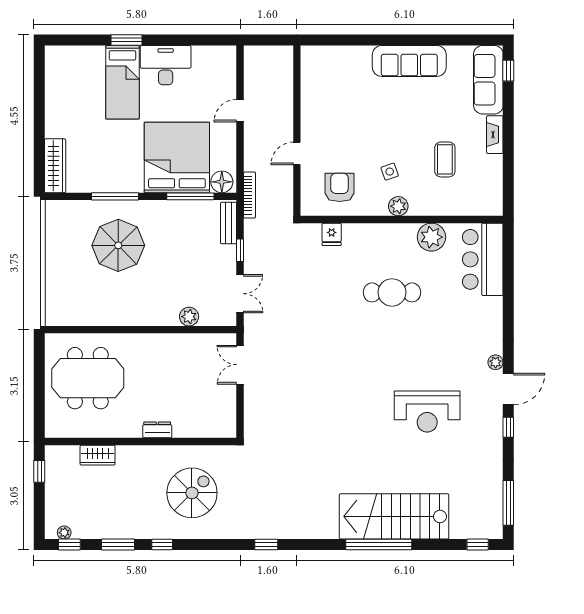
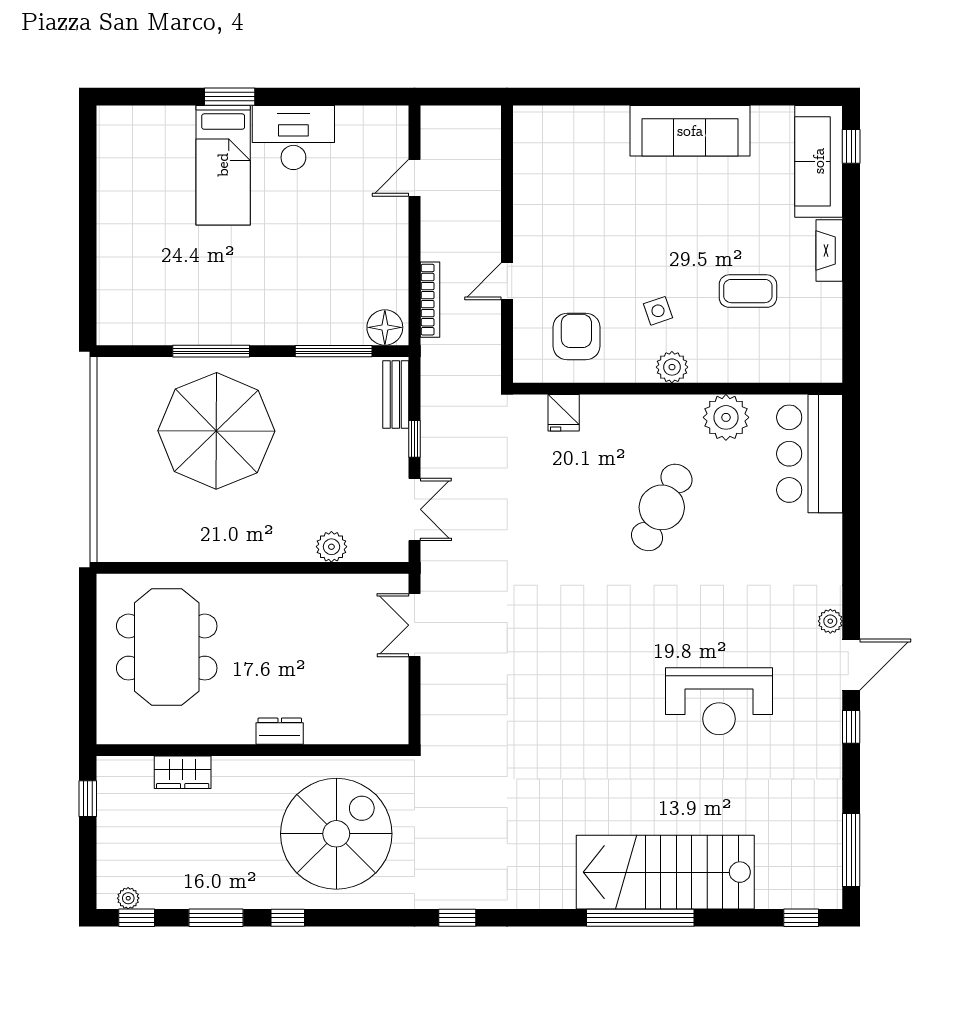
door: (240, 111) -> (414, 178), moved
bed: (177, 157) -> (312, 288), removed
coffee table: (445, 159) -> (748, 291), turned 90
wardrobe: (55, 166) -> (113, 301), removed
bookcase: (250, 195) -> (430, 300), moved
parasol: (118, 245) -> (216, 431), width x1.36, depth x1.36
cafe table: (392, 292) -> (662, 507), turned -63
meeting table: (88, 378) -> (167, 647), turned 90
spiral stairs: (192, 493) -> (336, 834), width x1.37, depth x1.37

